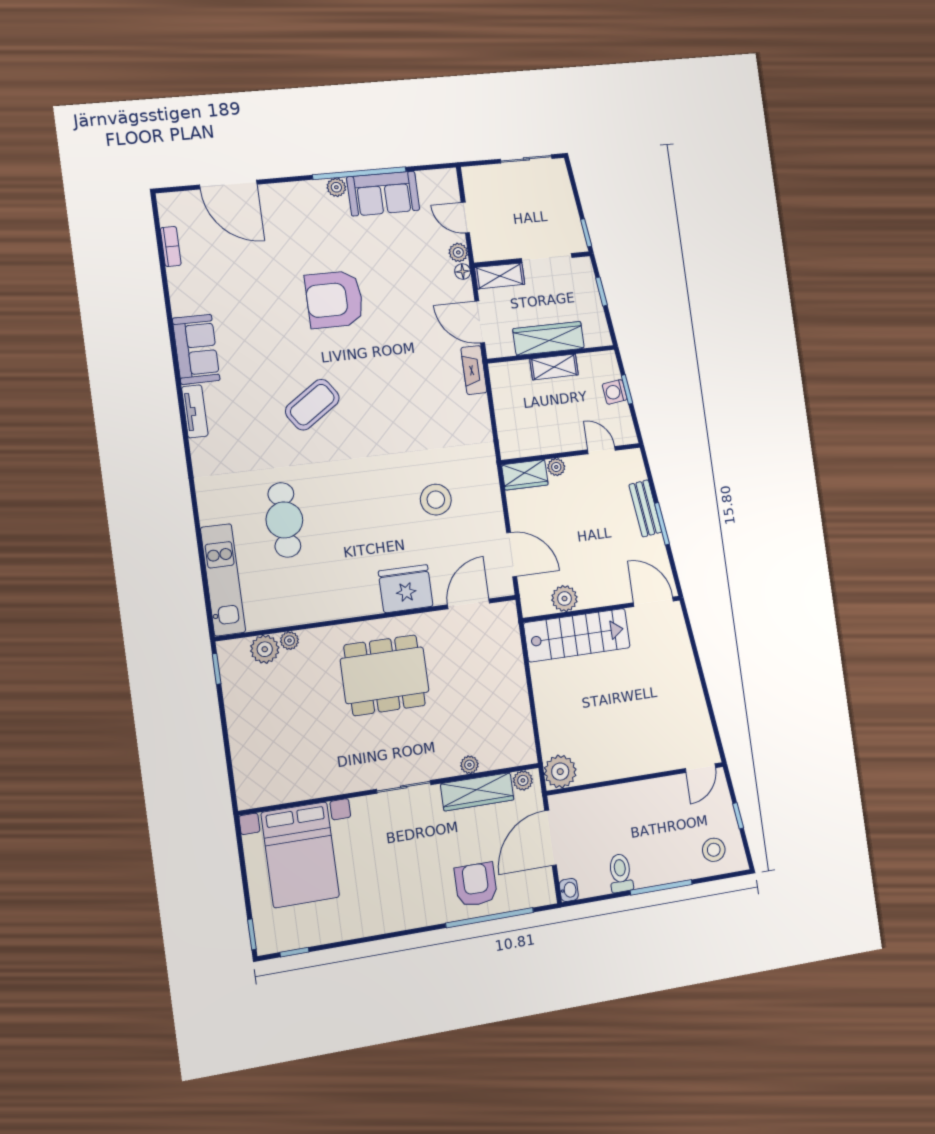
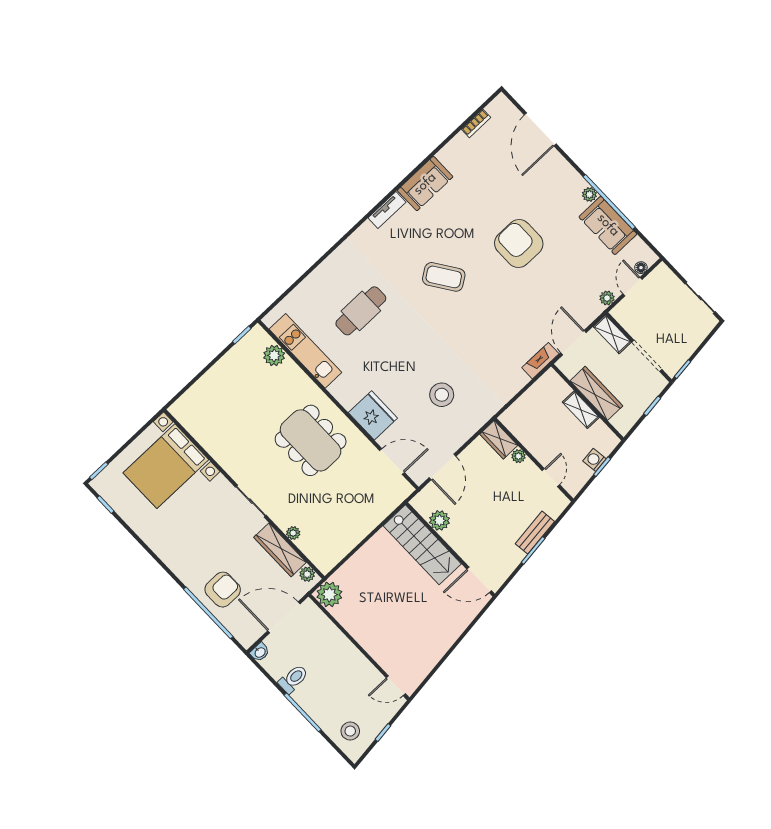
floor lamp: (463, 271) -> (641, 268), moved
kitchen unit: (223, 580) -> (305, 351), moved, turned -90
door: (653, 602) -> (479, 580), swing flipped
plant: (289, 641) -> (290, 367), removed

